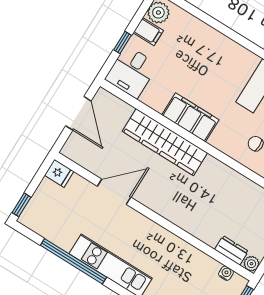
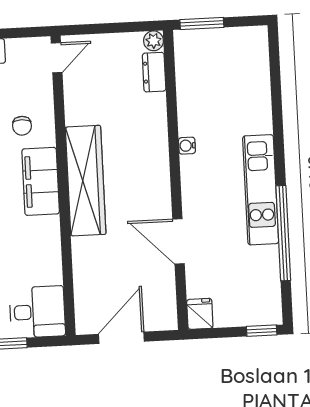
filing cabinet: (190, 117) -> (41, 181), moved
wardrobe: (165, 142) -> (86, 181), moved
water cooler: (226, 273) -> (187, 146), moved

